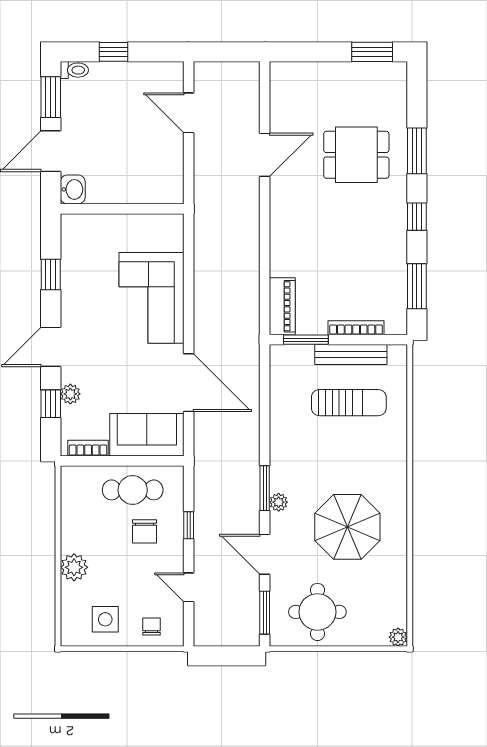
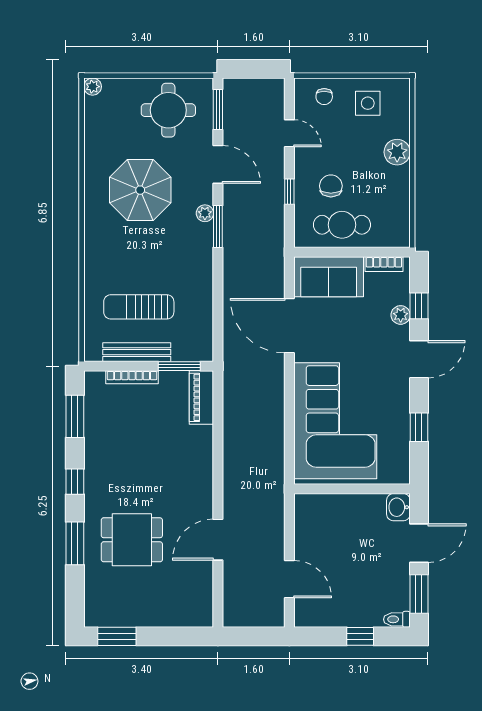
corner sofa: (151, 298) -> (335, 421), width x1.36, depth x1.36

